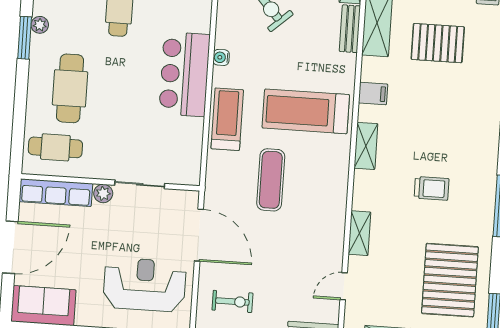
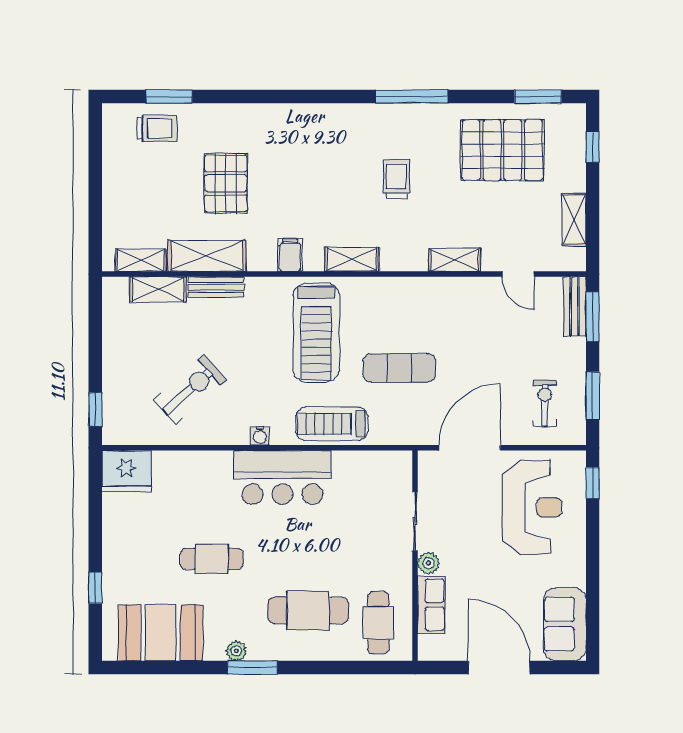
row of seats: (56, 193) -> (431, 605), width x0.68
reception desk: (145, 285) -> (532, 507), turned 180

